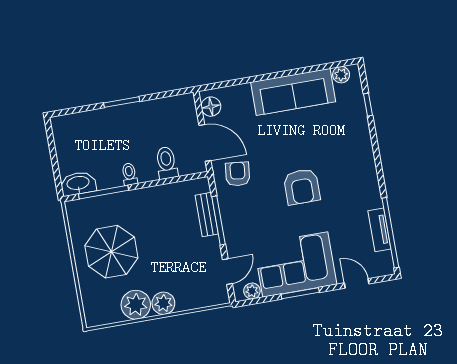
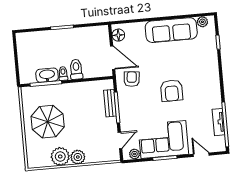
toilet: (167, 163) -> (76, 69), moved
washbasin: (78, 184) -> (47, 75), moved

